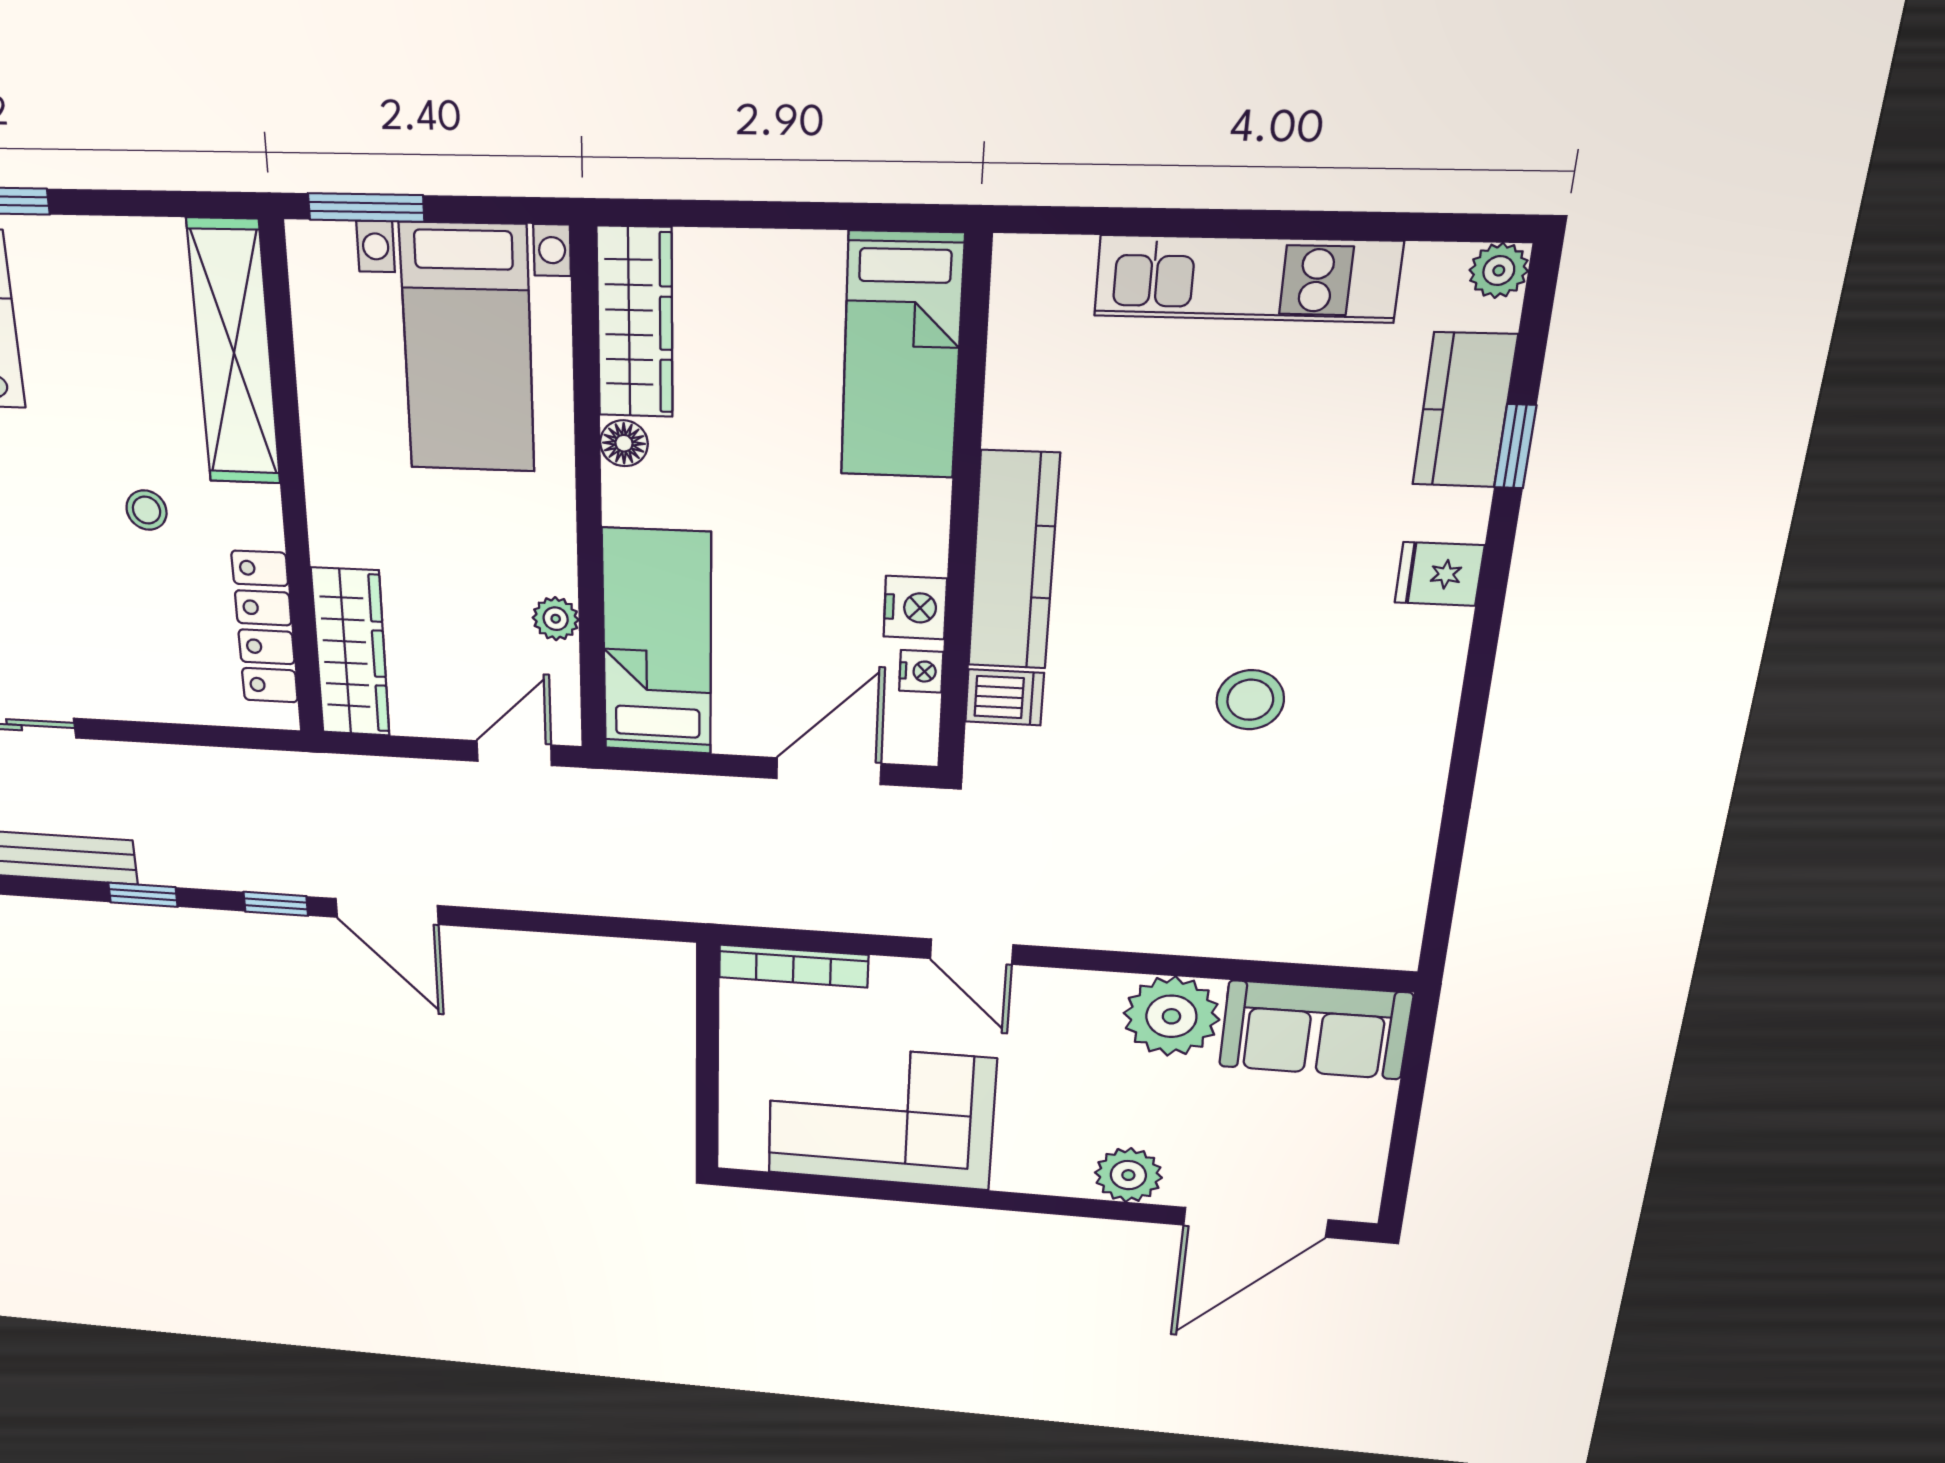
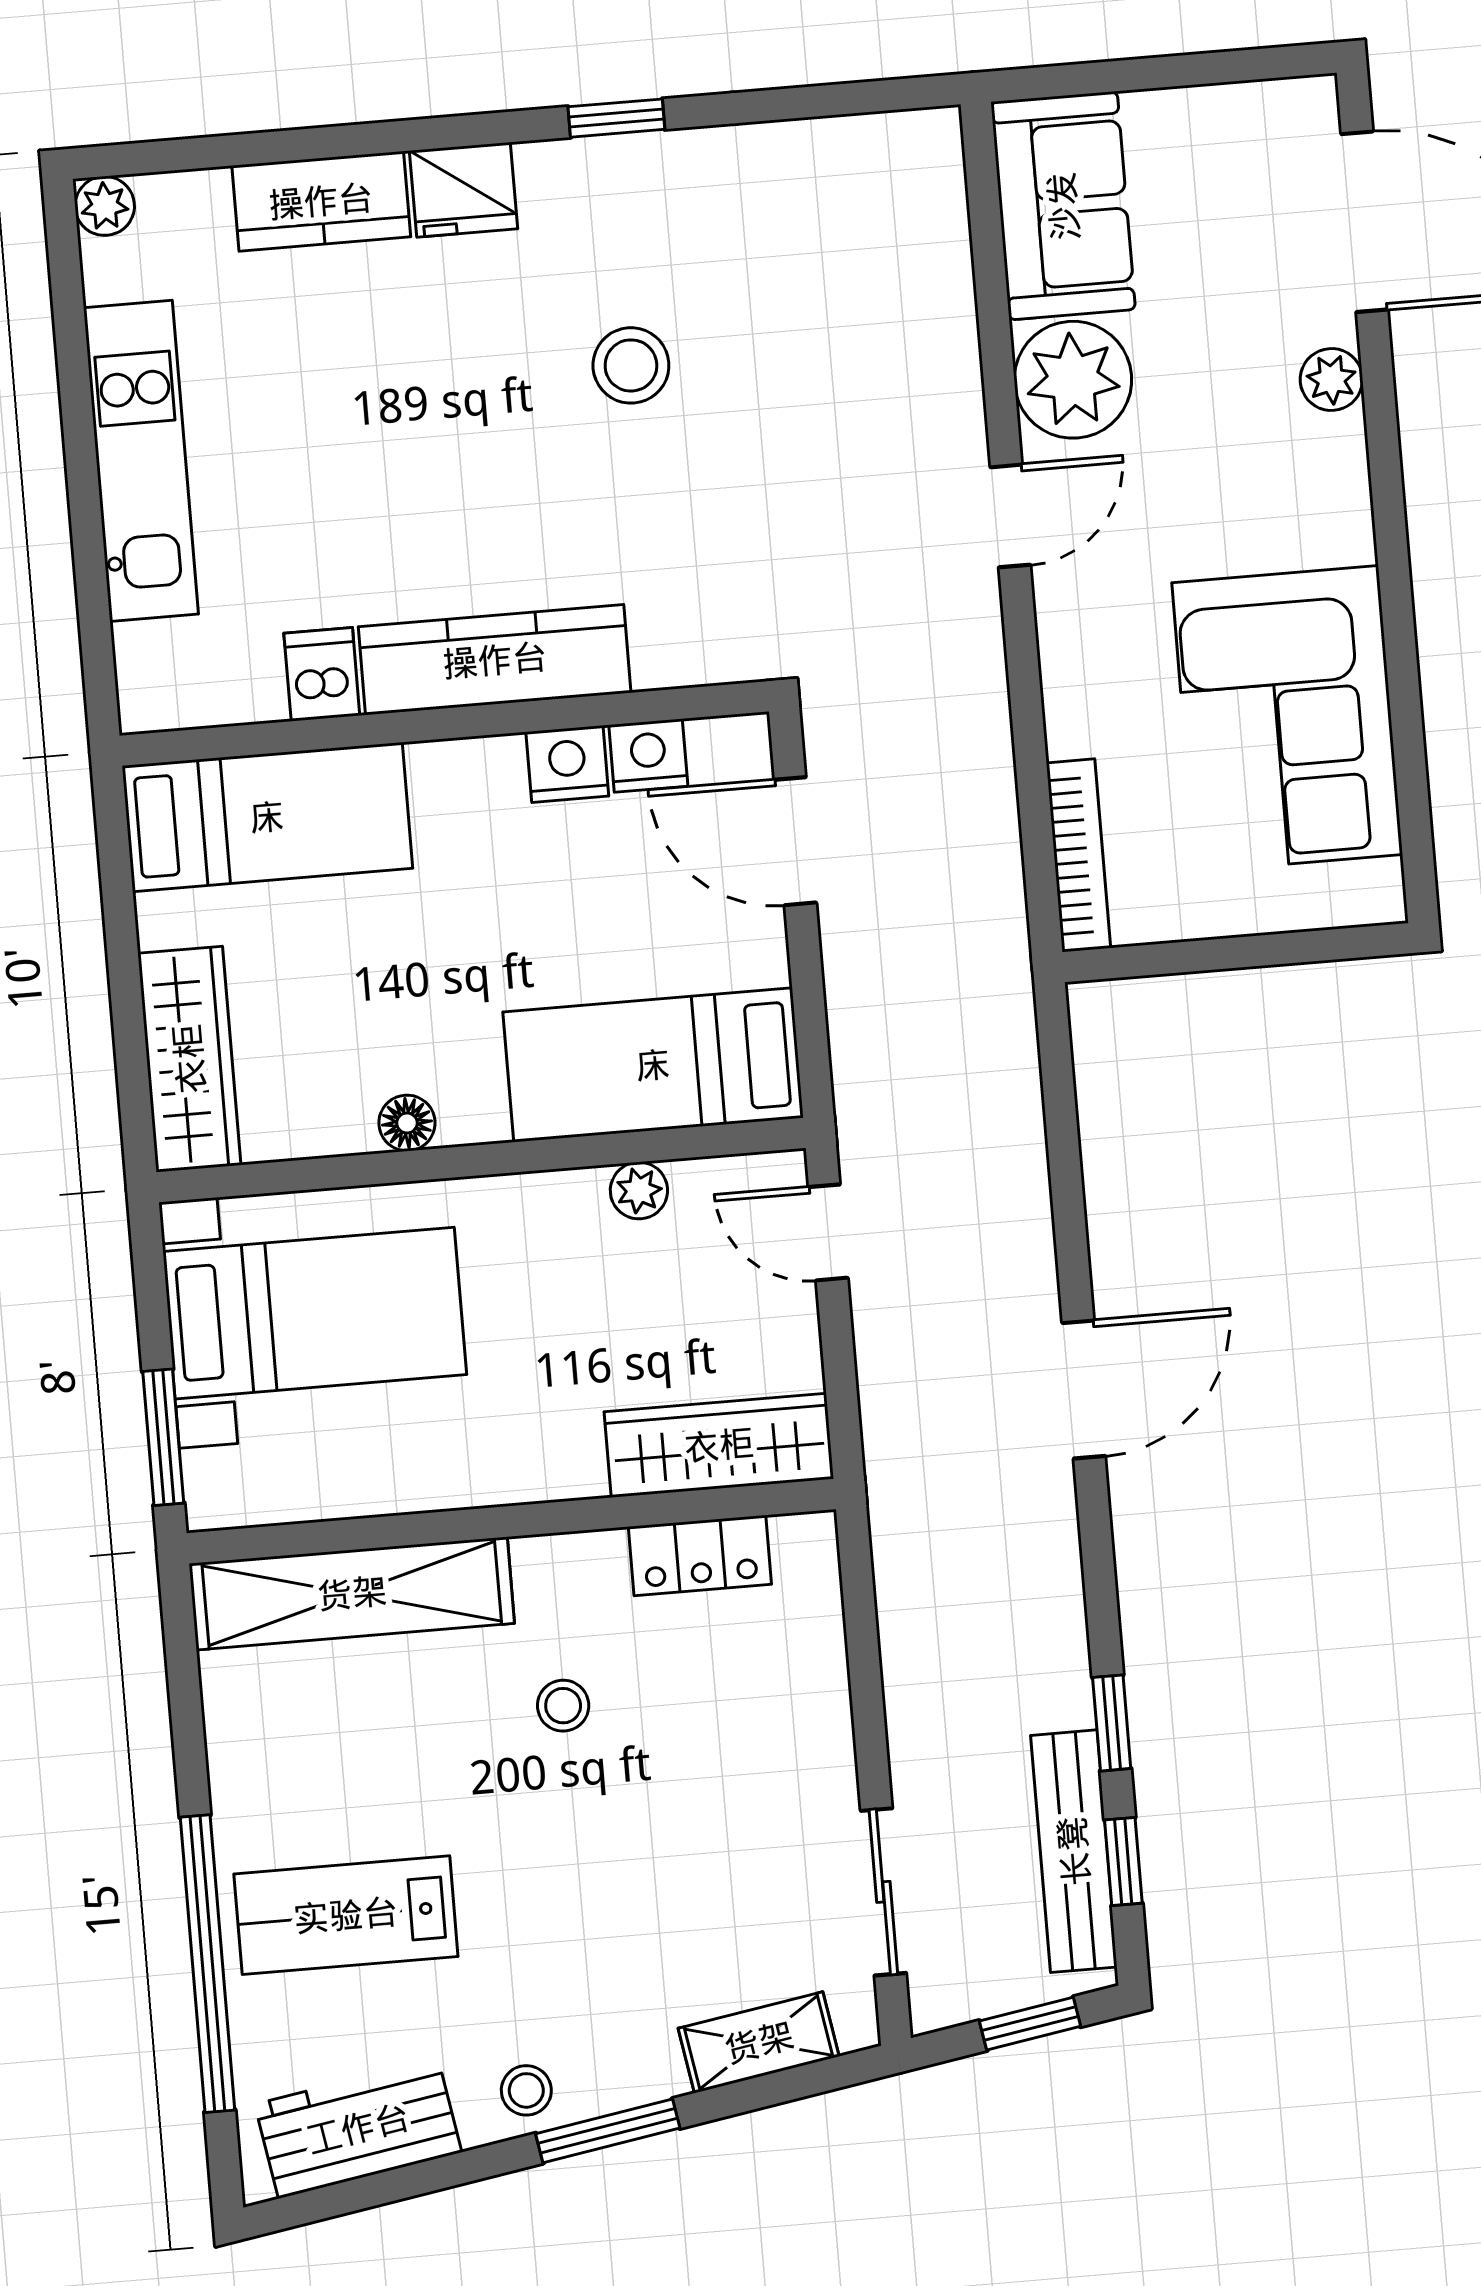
wardrobe: (635, 323) -> (189, 1059), moved, turned 90
kitchen counter: (1464, 410) -> (321, 201), moved
window: (1515, 446) -> (616, 118), moved
fridge: (1439, 574) -> (463, 190), width x1.38
locker: (265, 627) -> (700, 1555), width x0.66
nightstand: (921, 671) -> (648, 756), width x1.39, depth x1.35
dishwasher: (1004, 697) -> (322, 674), moved
window: (276, 904) -> (1123, 1862), moved
door: (972, 952) -> (1010, 516), moved
plant: (1128, 1175) -> (1331, 379), width x0.73, depth x0.73

